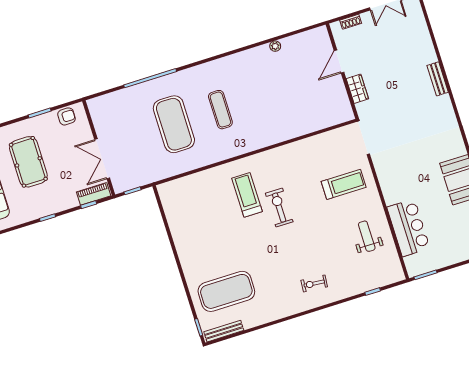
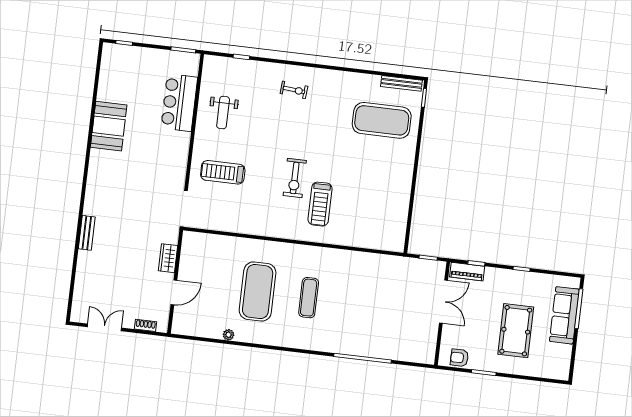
exercise mat: (174, 124) -> (258, 292), moved

